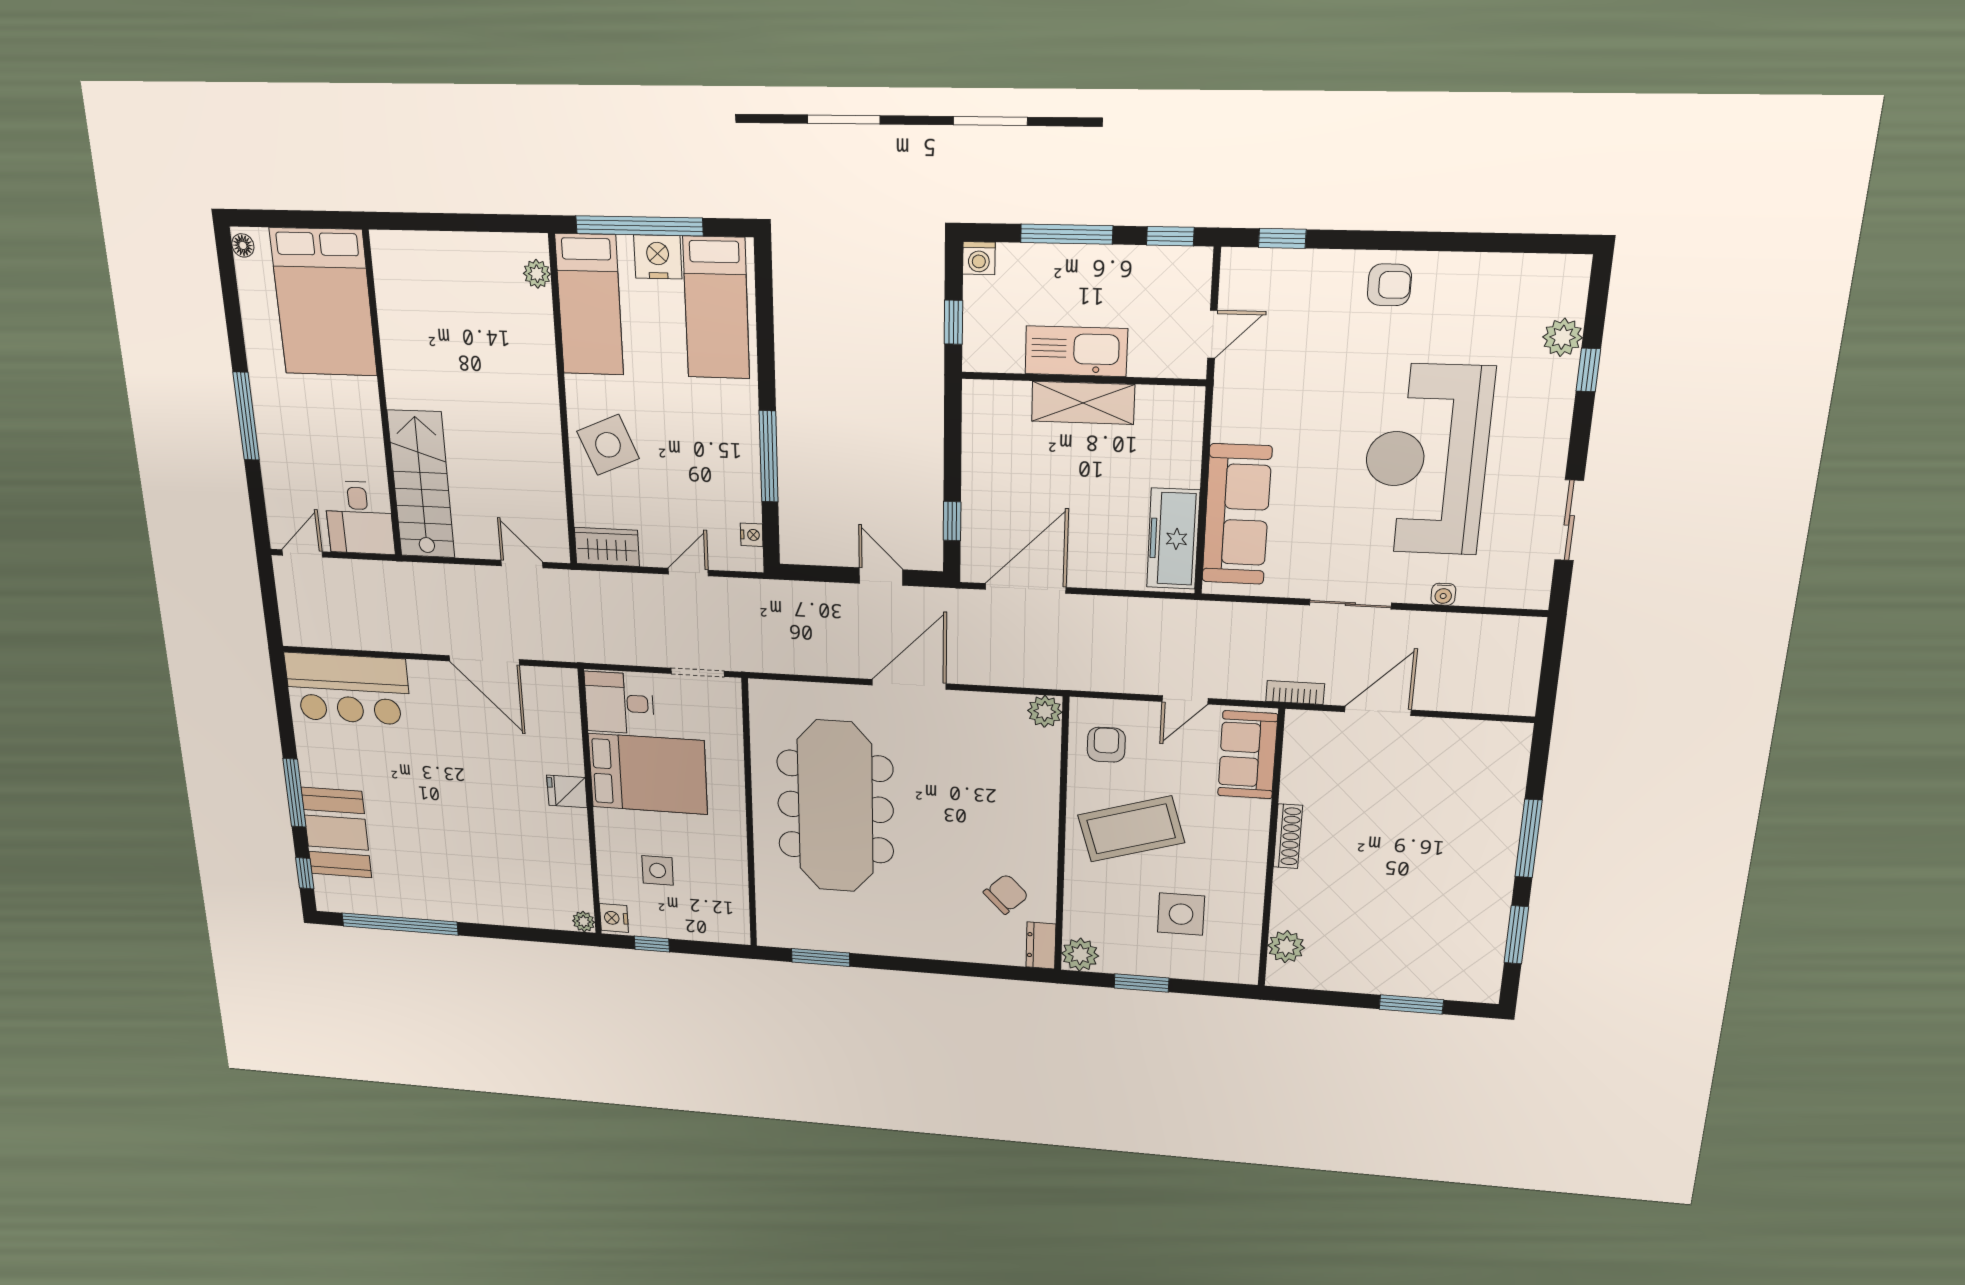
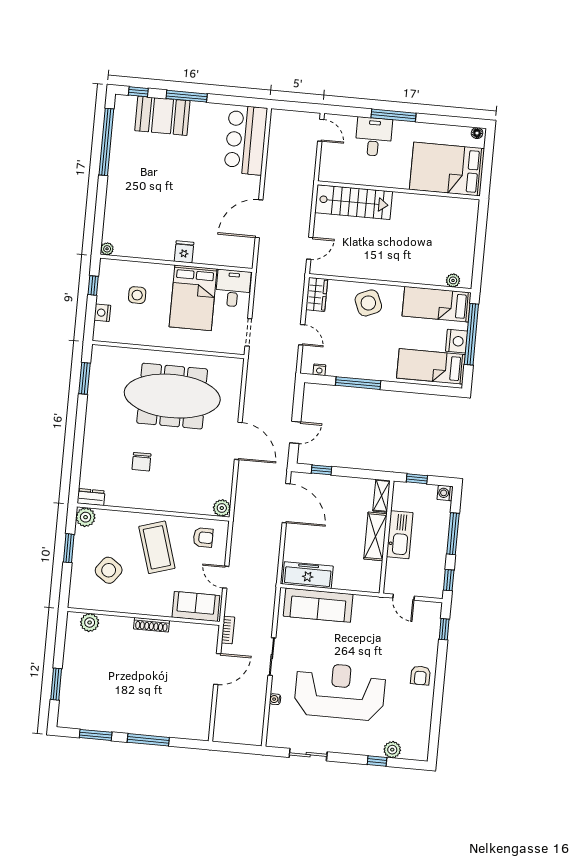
shelving: (996, 395) -> (382, 496), added
desk: (359, 518) -> (374, 137), moved, turned 90
door: (1378, 711) -> (217, 669), hinge flipped
chair: (1006, 894) -> (141, 462), moved, turned 44
side table: (1181, 914) -> (109, 570), turned 36
nightstand: (614, 918) -> (102, 313), moved, turned -90

